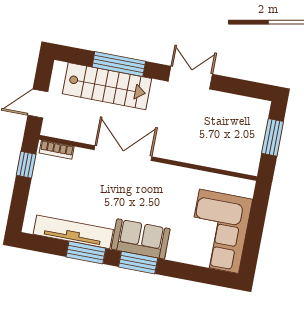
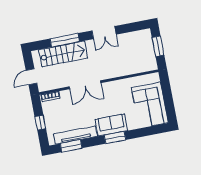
double door: (190, 78) -> (104, 33), swing flipped
double door: (123, 153) -> (85, 85), swing flipped
window: (26, 165) -> (40, 123), moved
window: (86, 253) -> (71, 146), moved

